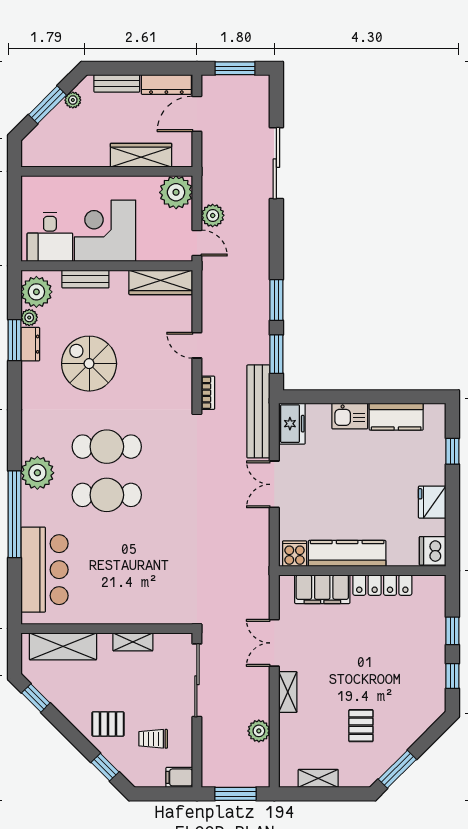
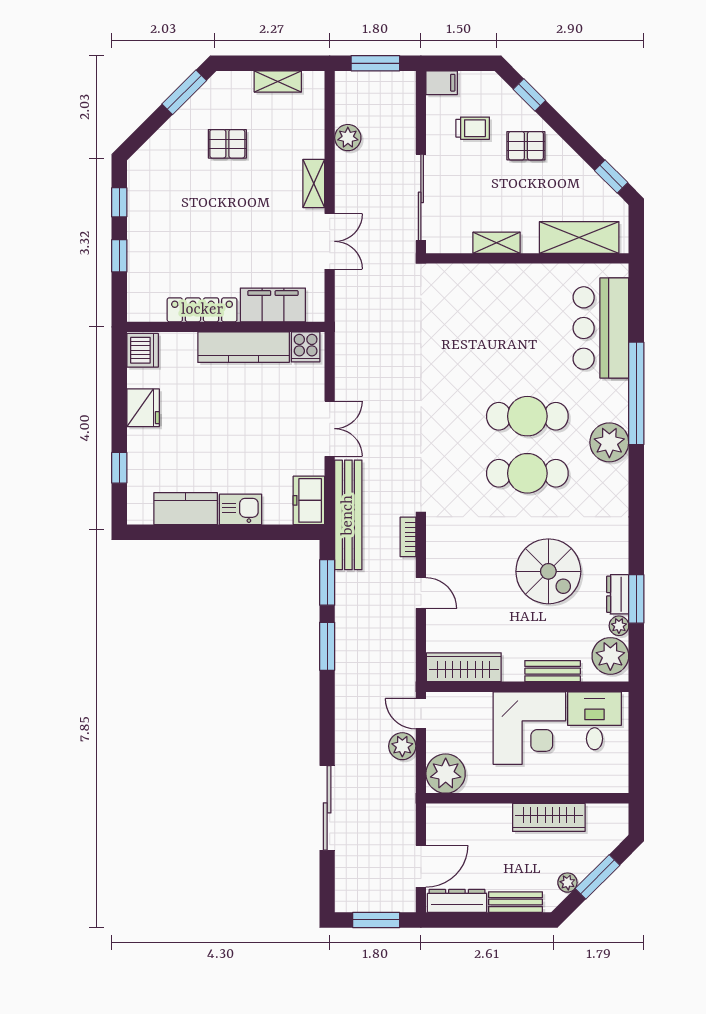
wardrobe: (141, 155) -> (549, 817), moved
pallet: (361, 726) -> (227, 144), turned 90

